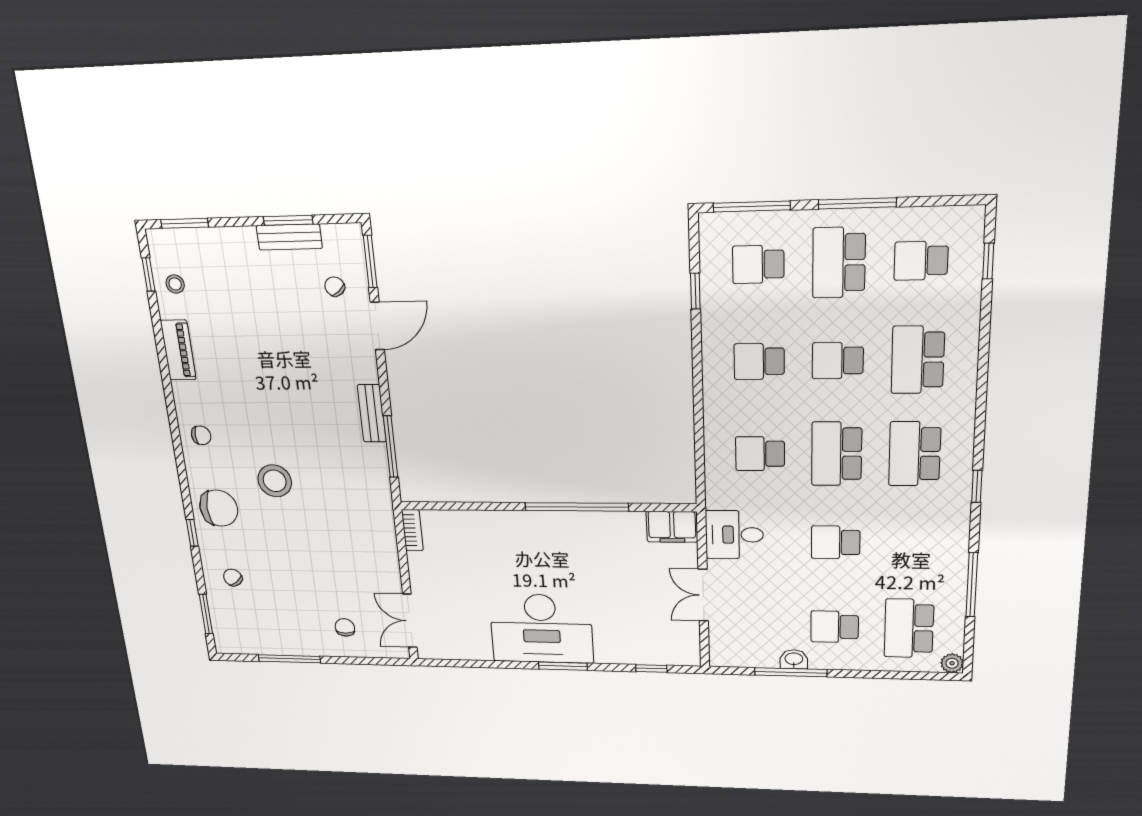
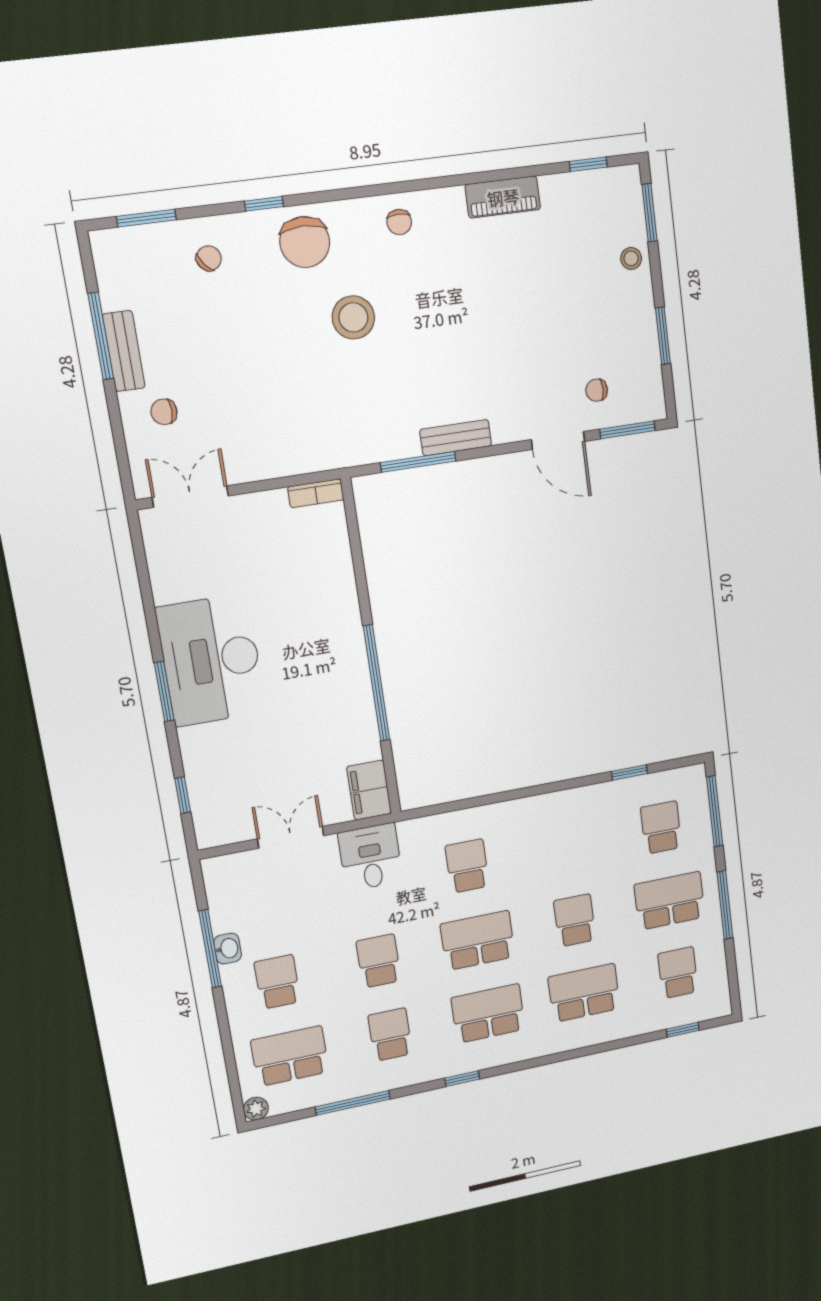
bench: (289, 237) -> (124, 351), moved
stool: (175, 284) -> (631, 258), moved
chair: (335, 287) -> (597, 390), turned -140
school desk: (759, 361) -> (390, 1035), moved
chair: (345, 627) -> (164, 412), turned 180

